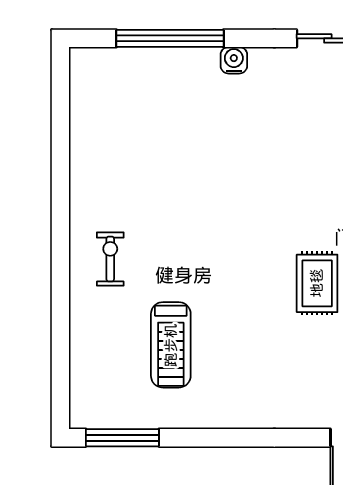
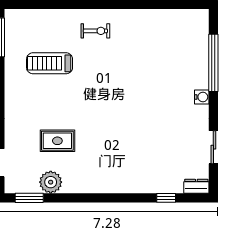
rug: (317, 283) -> (57, 141), moved

